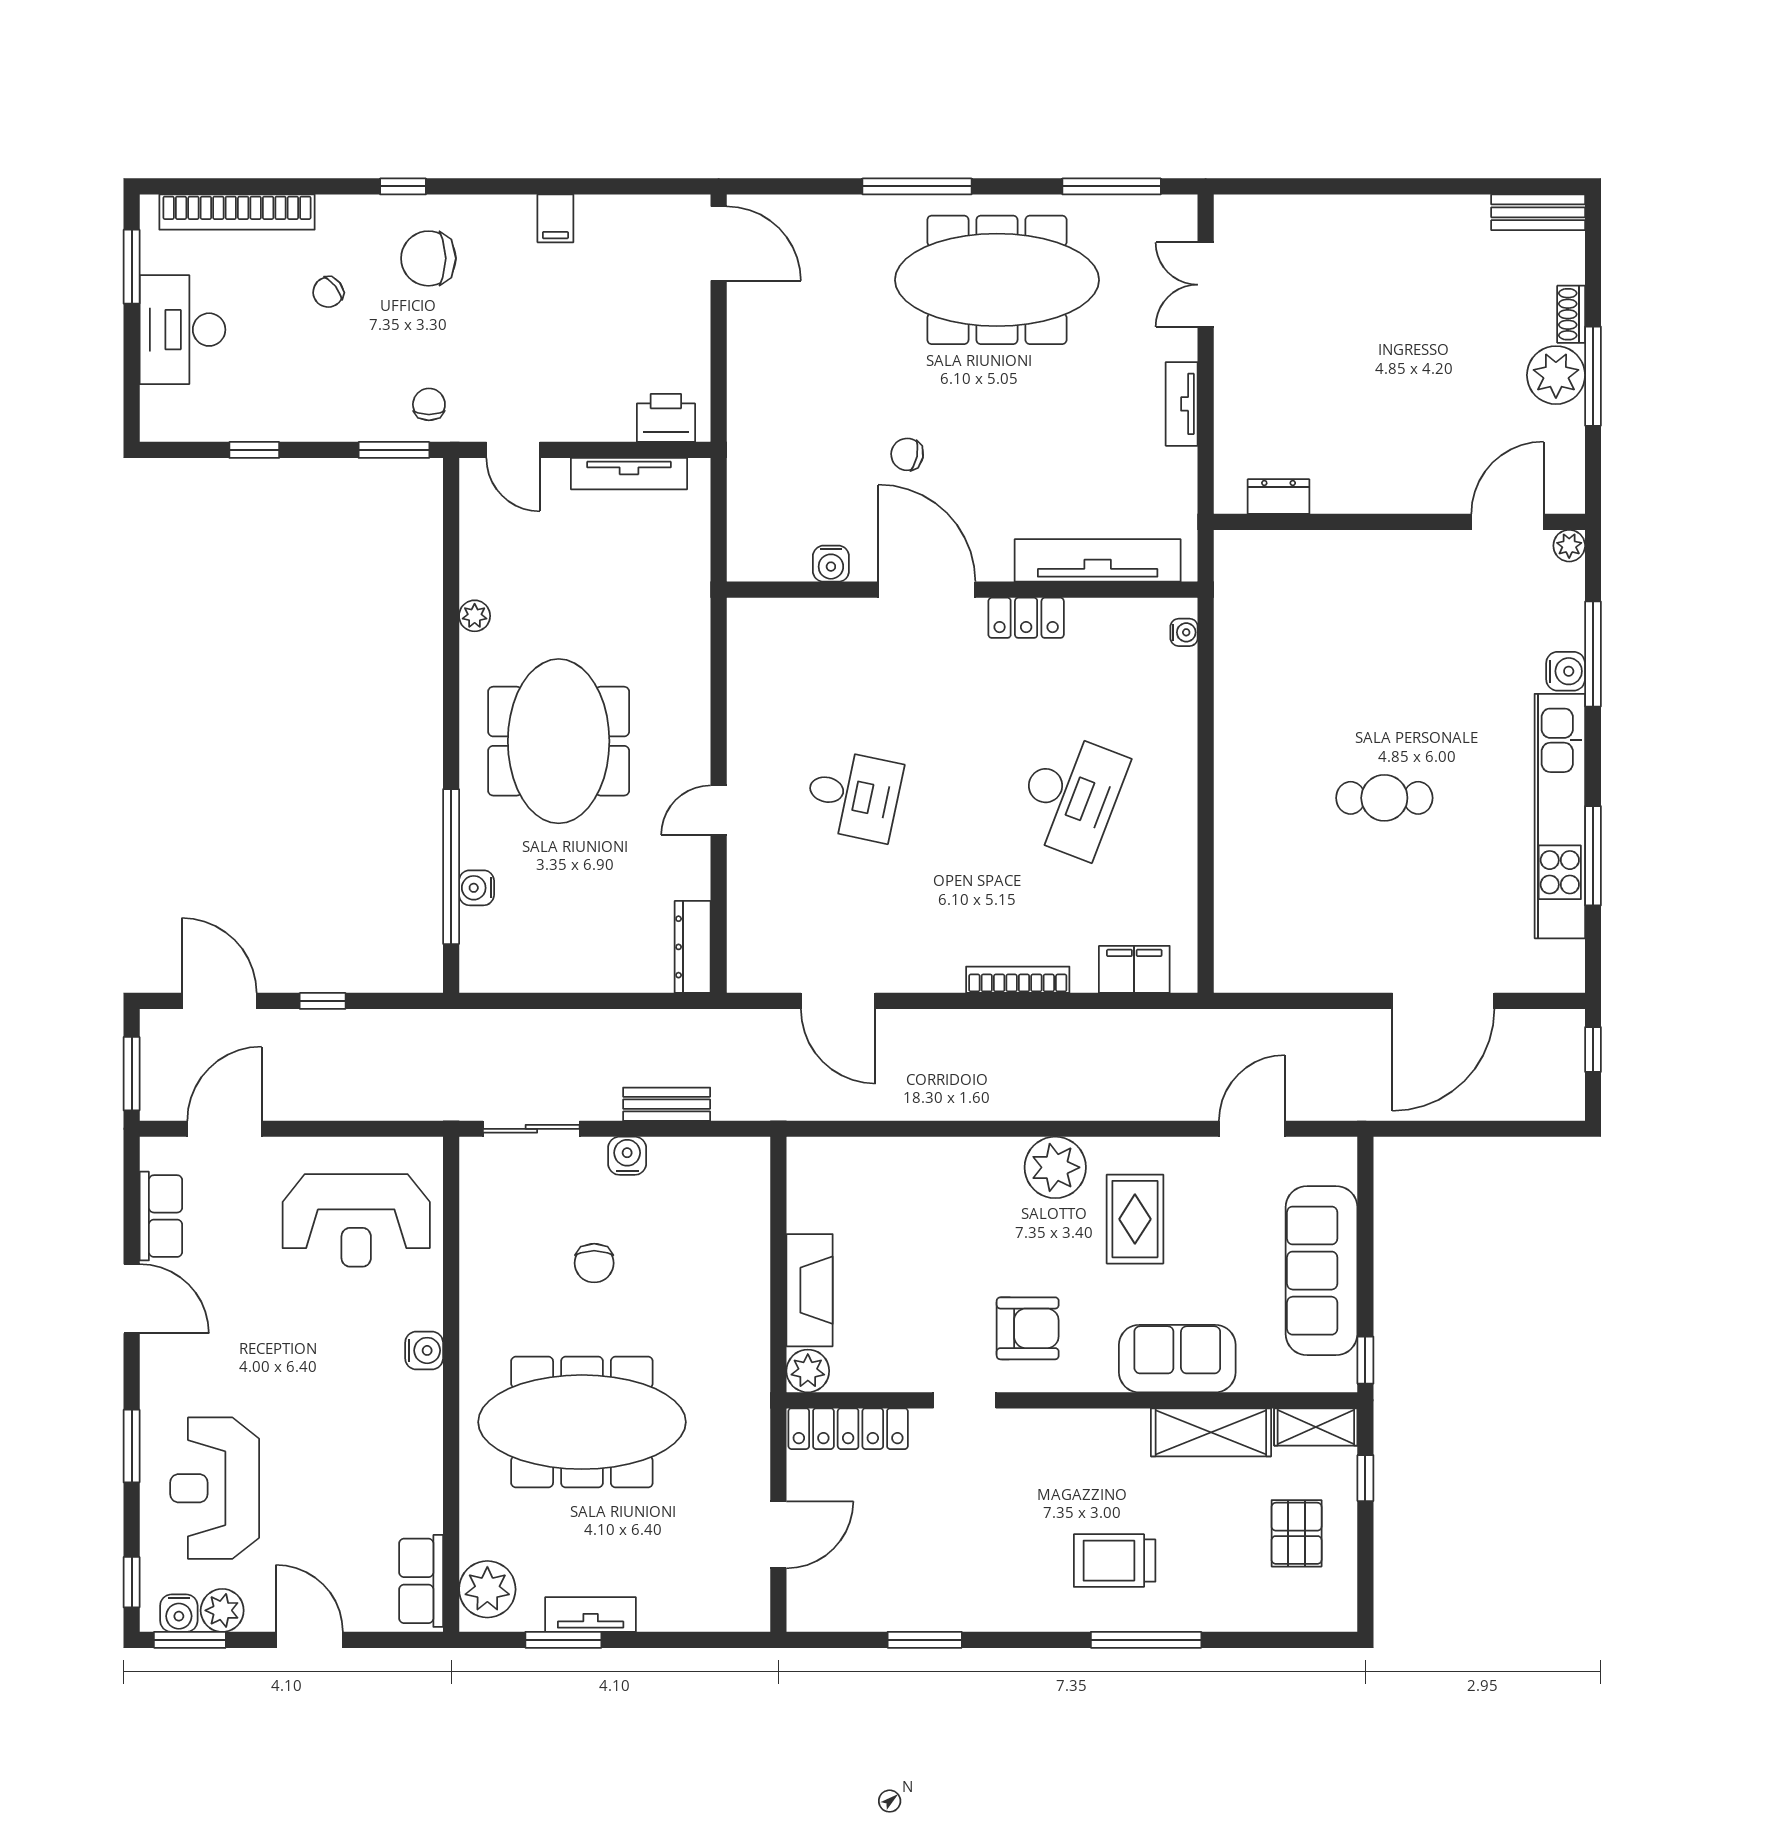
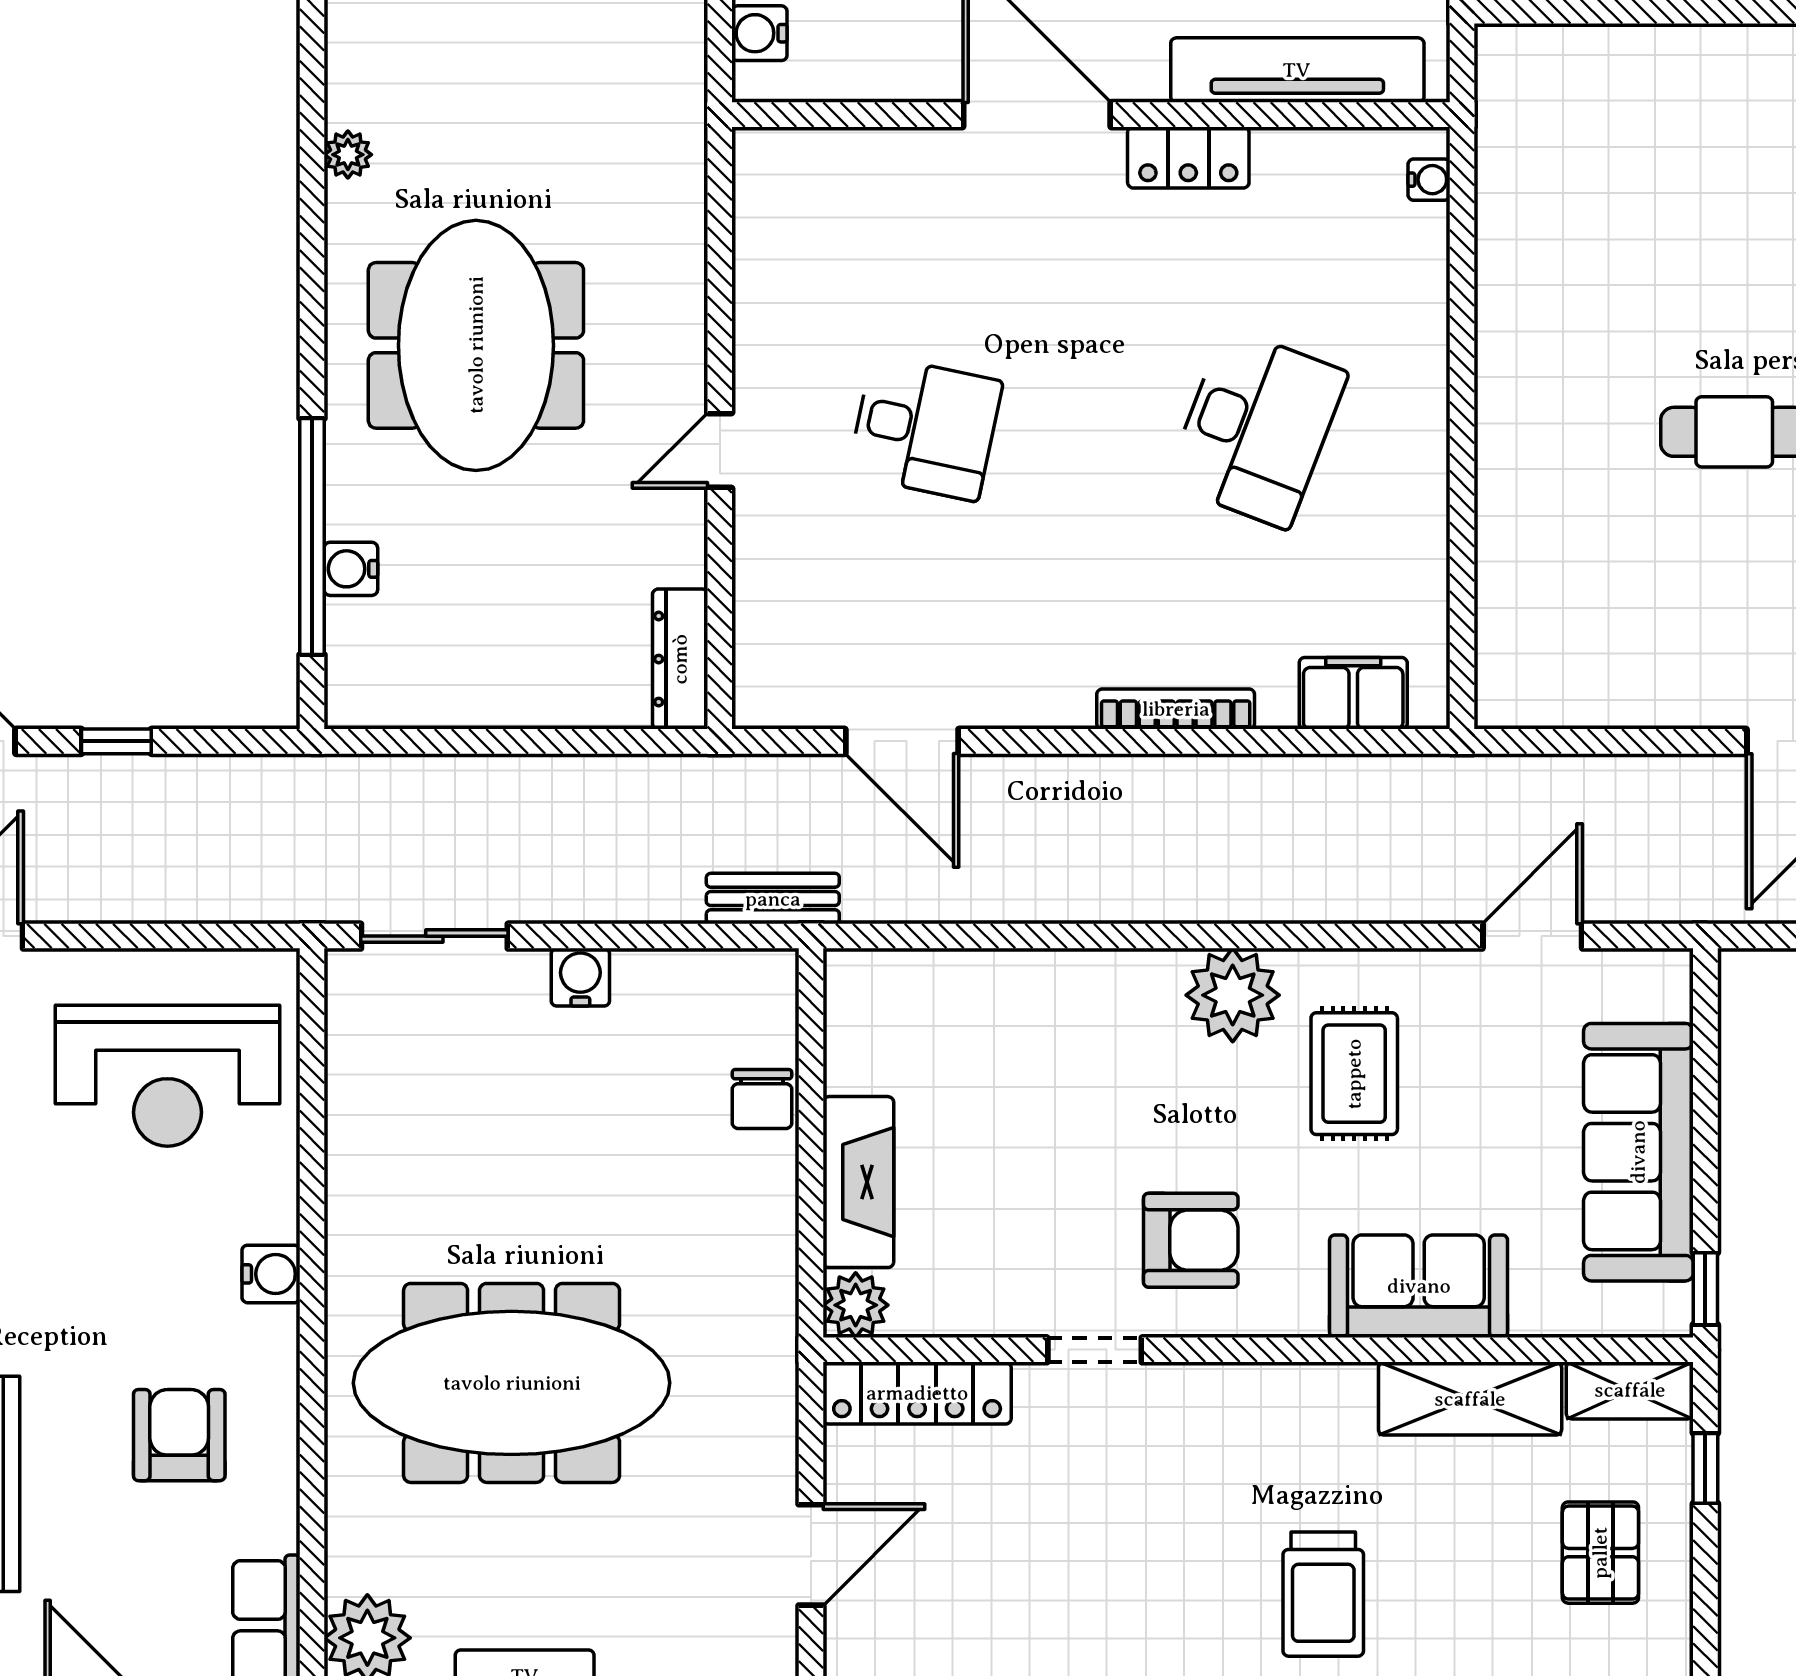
water cooler: (831, 564) -> (759, 33), moved, turned 90
bench: (667, 1104) -> (773, 899), moved
chair: (594, 1263) -> (762, 1099), moved
armchair: (364, 1456) -> (179, 1435), added
trolley: (1115, 1561) -> (1323, 1594), turned -90

